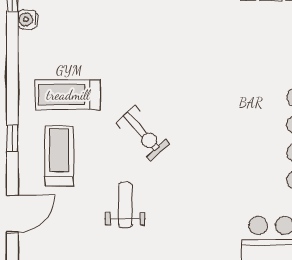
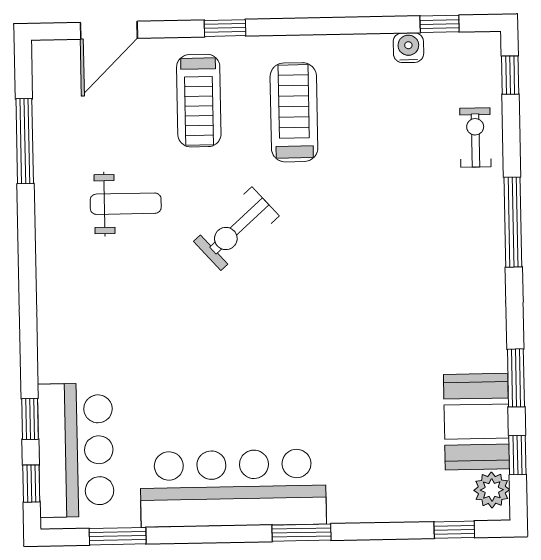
treadmill: (59, 156) -> (199, 101), turned 90
door: (12, 214) -> (109, 30), hinge flipped

